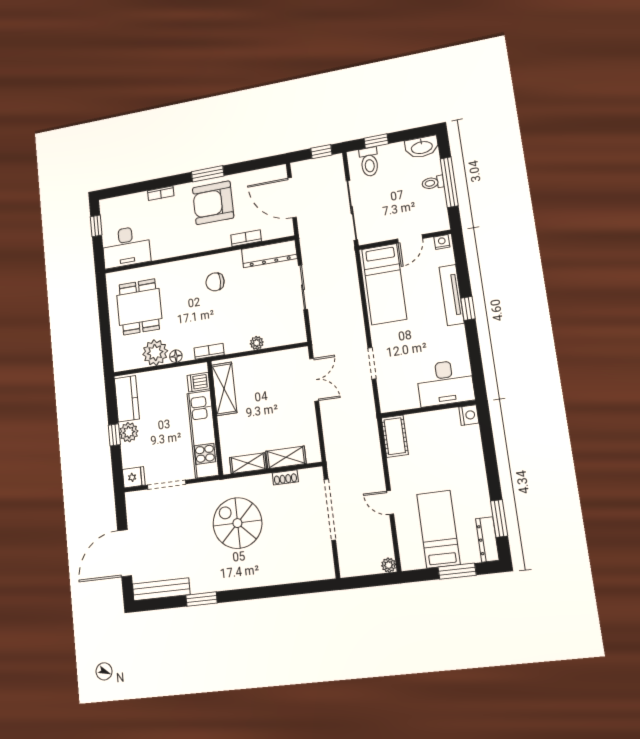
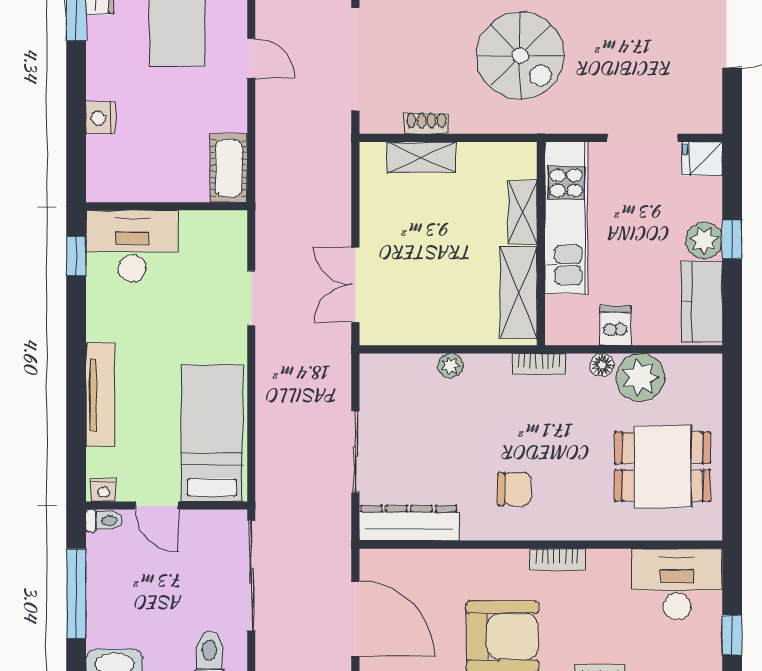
toilet: (433, 183) -> (104, 521), moved
bookcase: (246, 238) -> (557, 560), moved
door: (410, 239) -> (157, 506), swing flipped
dining table: (139, 307) -> (662, 467), turned 90
window: (468, 308) -> (76, 256), moved
dishwasher: (199, 382) -> (615, 326), moved, turned -90
nightstand: (469, 415) -> (101, 118), moved
shelving: (248, 463) -> (523, 212), moved, turned 90

